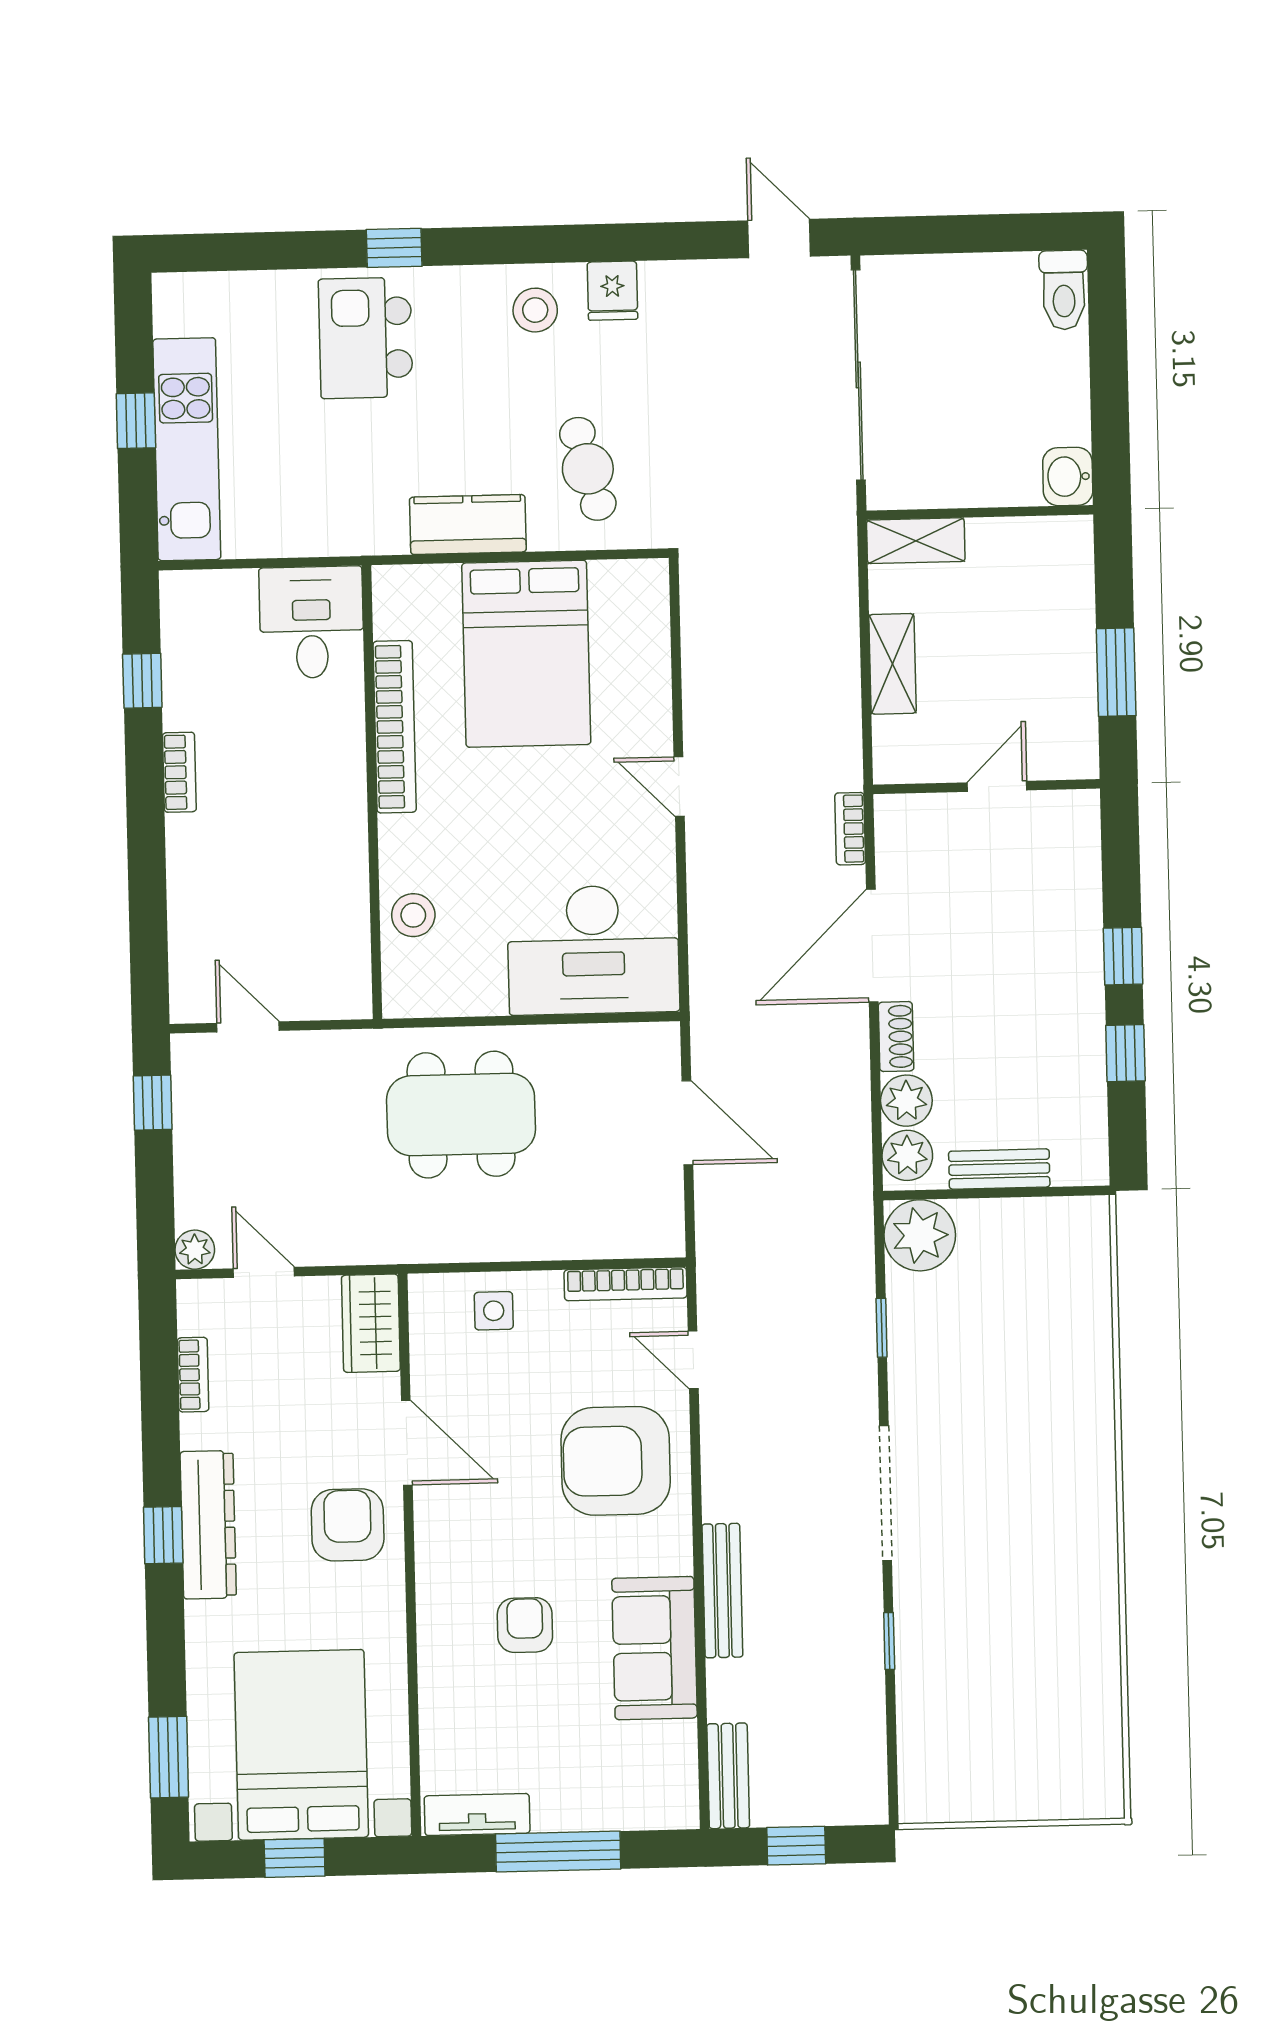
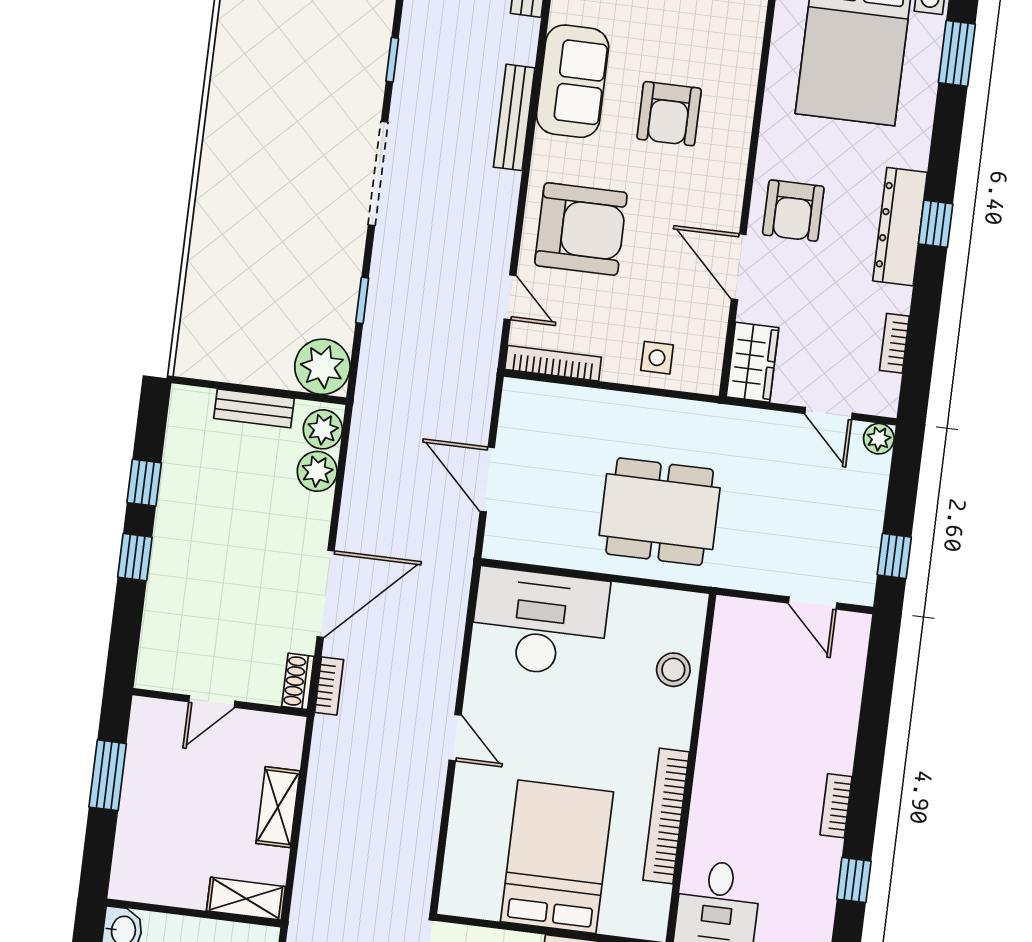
shoe rack: (896, 1037) -> (298, 681), moved
armchair: (525, 1625) -> (669, 114), width x1.38, depth x1.38

